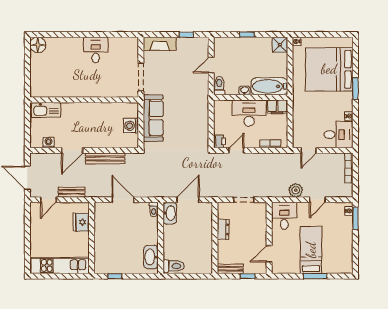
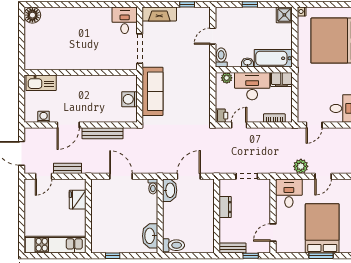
desk: (96, 50) -> (125, 20), moved
plant: (225, 105) -> (227, 78), added
bed: (311, 250) -> (322, 228), width x1.50

